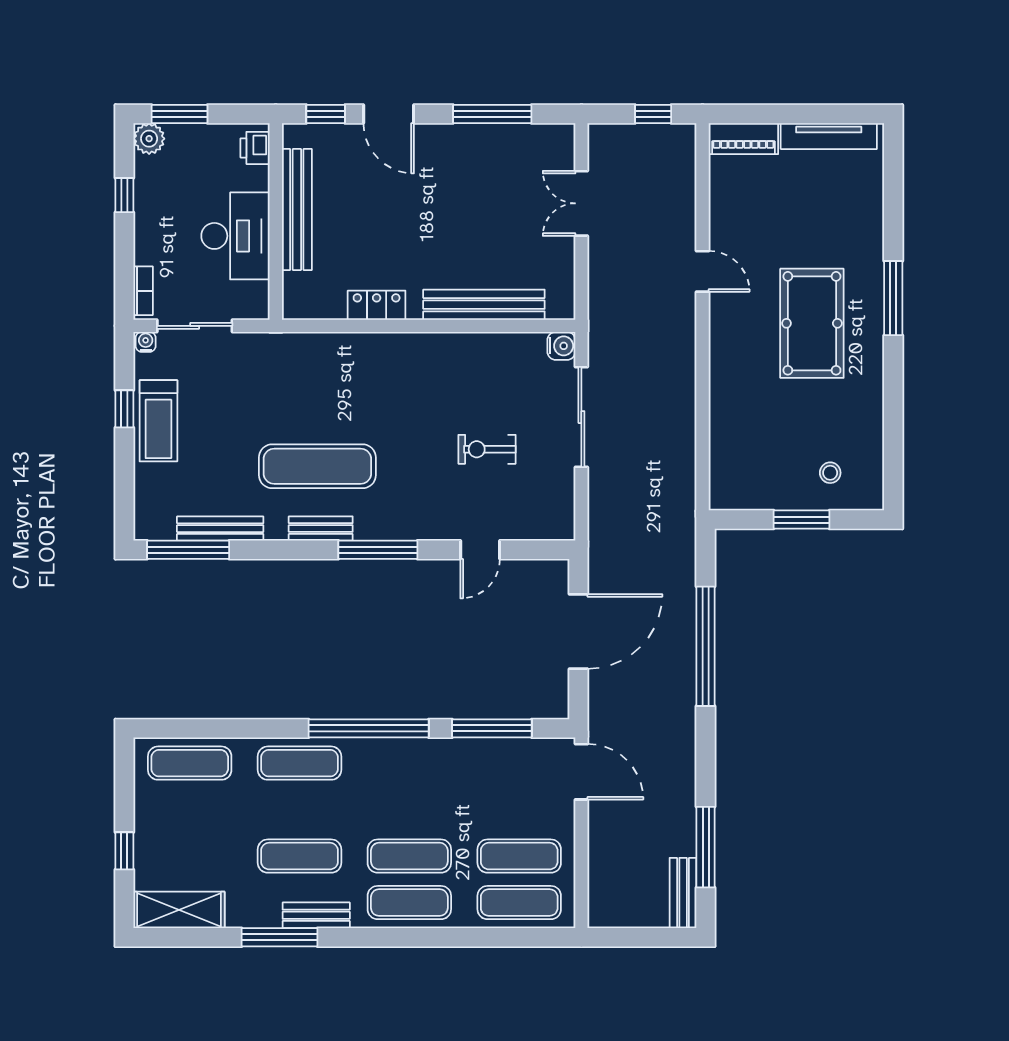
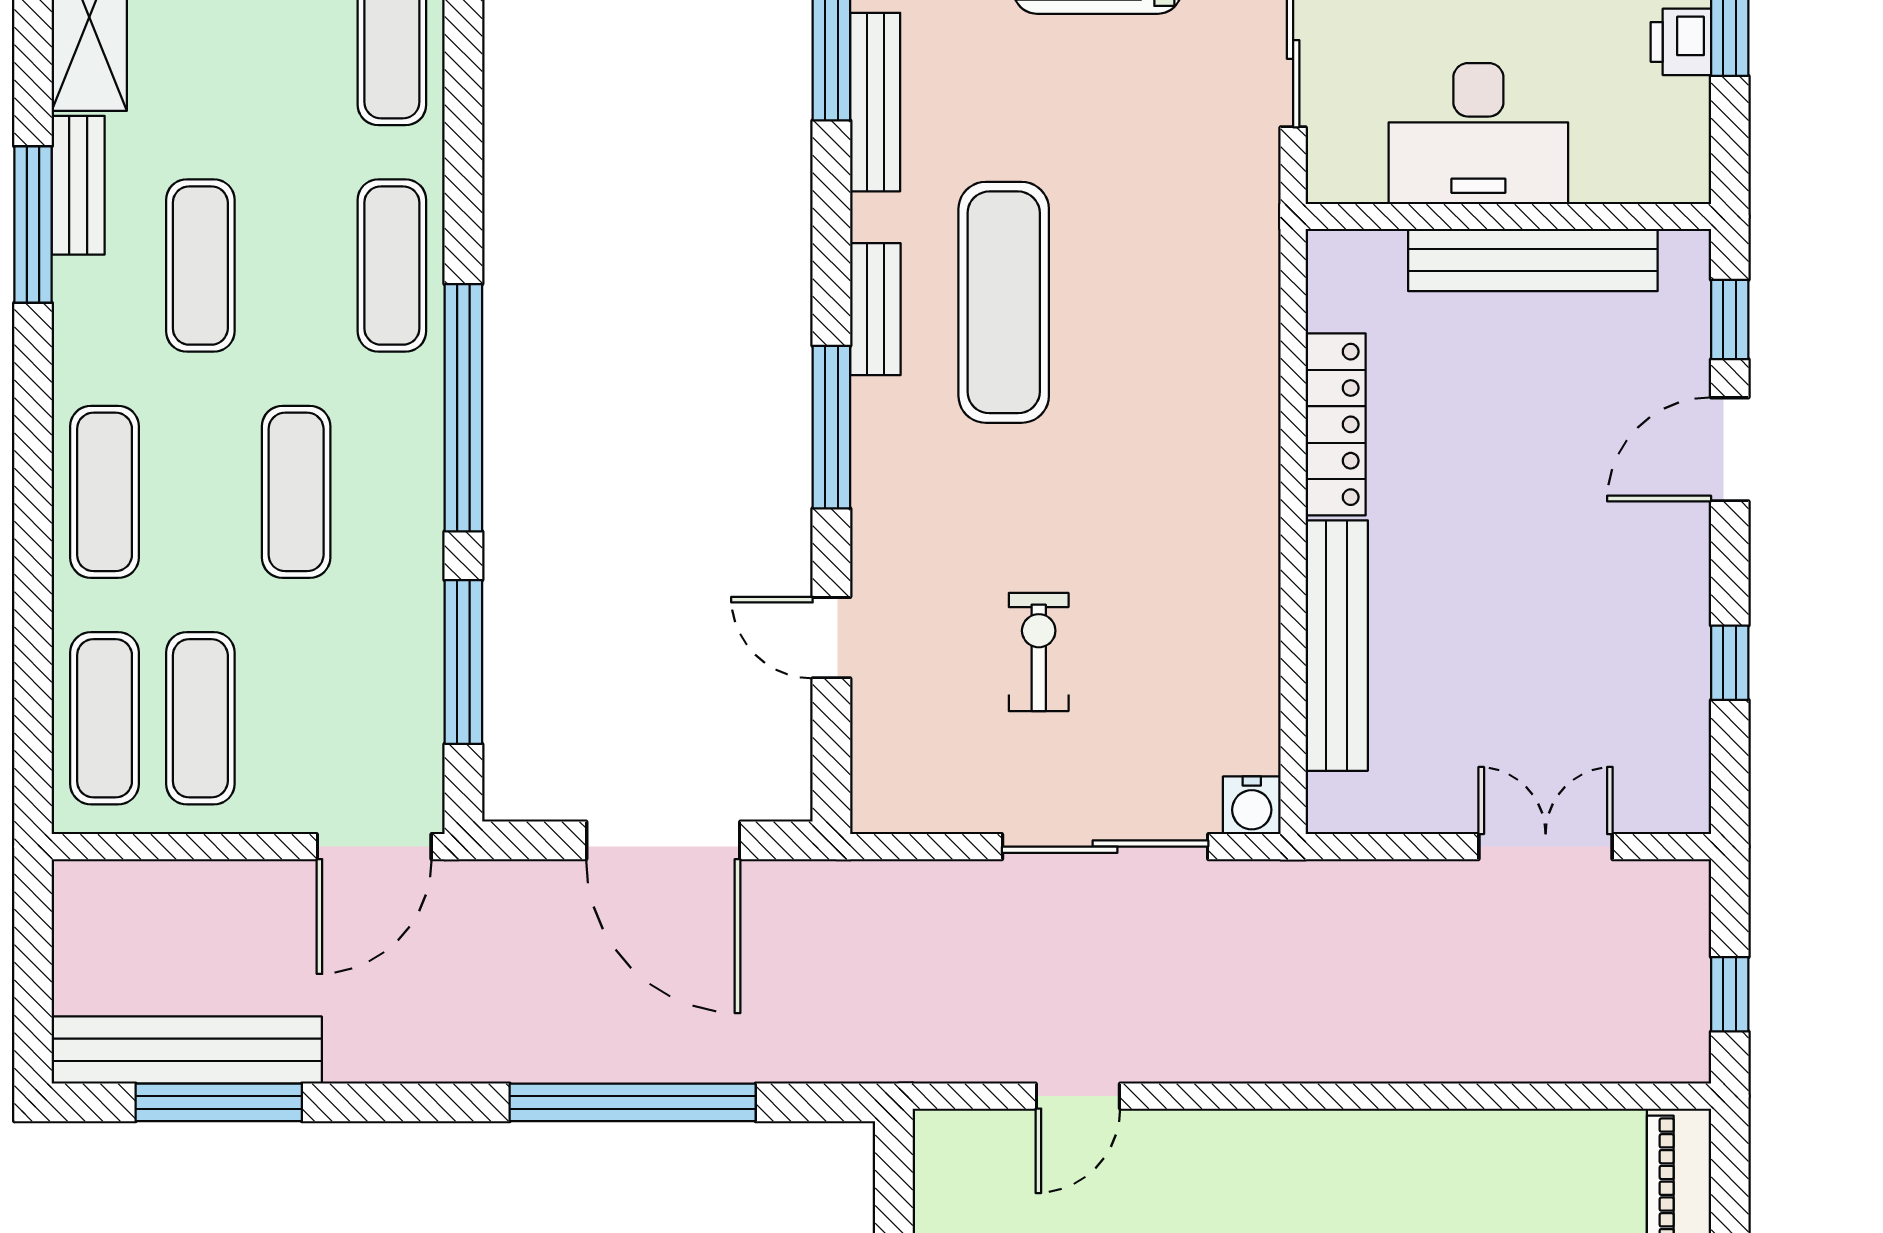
window: (492, 114) -> (1730, 663), width x0.46
printer: (255, 148) -> (1681, 42), moved, turned -90
door: (703, 271) -> (1078, 1096), moved
locker: (377, 305) -> (1336, 424), width x1.53
exercise mat: (409, 856) -> (296, 492), moved
bench: (683, 893) -> (187, 1050), width x1.86, depth x1.21
bench: (316, 915) -> (78, 185), moved

